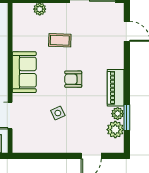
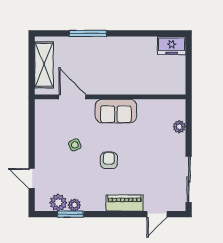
coffee table: (60, 40) -> (148, 147), removed
piano: (116, 88) -> (125, 203), moved

